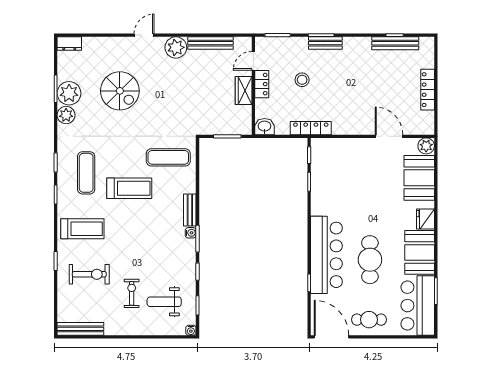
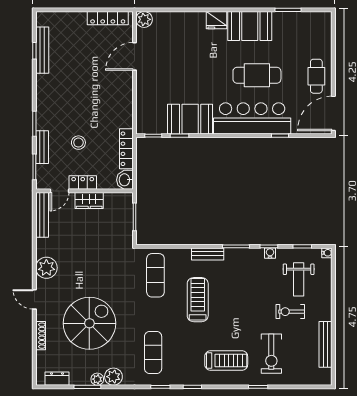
shoe rack: (107, 42) -> (41, 336), added
dresser: (69, 43) -> (57, 379), moved, turned -90
bench: (210, 43) -> (42, 215), moved
bench: (325, 43) -> (42, 147), moved
door: (253, 61) -> (60, 191), hinge flipped
locker: (428, 90) -> (108, 18), moved
spiral stairs: (120, 91) -> (89, 323), width x1.37, depth x1.37
plant: (69, 93) -> (97, 379), width x0.53, depth x0.53
locker: (311, 128) -> (126, 149), moved
exercise mat: (86, 173) -> (153, 353), moved, turned 90
booth: (419, 178) -> (190, 119), moved
treadmill: (129, 188) -> (198, 300), moved
treadmill: (82, 229) -> (226, 361), turned 90
water cooler: (191, 233) -> (270, 253), moved
exercise bike: (89, 274) -> (271, 354), turned 180
bar counter: (418, 306) -> (302, 28), removed
bench: (80, 329) -> (326, 344), moved

